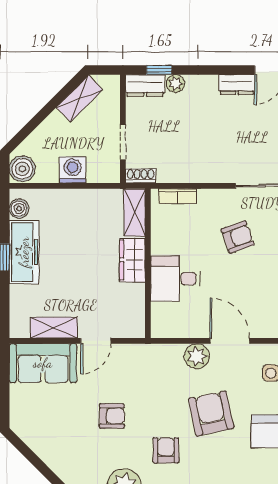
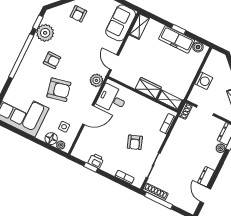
boiler: (22, 169) -> (216, 58), removed
desk: (175, 279) -> (112, 99), moved, turned -90
shelving: (54, 328) -> (139, 26), moved
door: (96, 341) -> (114, 62), moved
plant: (197, 356) -> (96, 80), moved
armchair: (112, 416) -> (78, 14), moved

